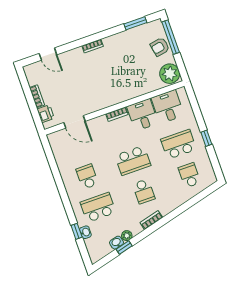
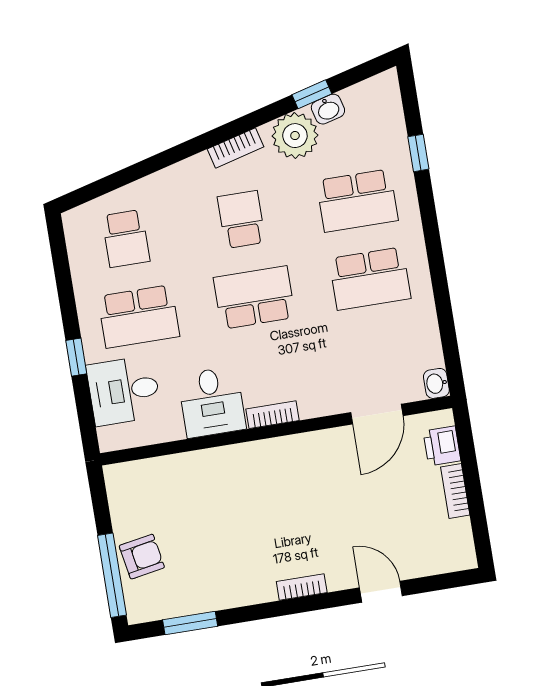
door: (48, 54) -> (381, 592), moved
plant: (170, 74) -> (130, 489), removed
desk: (168, 107) -> (124, 391), moved, turned 90
door: (74, 122) -> (377, 414), swing flipped
window: (206, 138) -> (76, 357), moved
school desk: (87, 177) -> (370, 279), width x1.85
washbasin: (85, 232) -> (436, 383), moved
plant: (127, 236) -> (295, 136), width x1.88, depth x1.88

